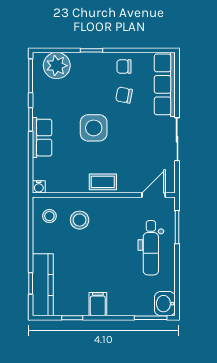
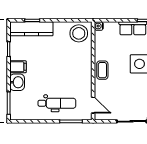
stool: (49, 216) -> (79, 33), width x1.89, depth x1.89
stool: (80, 220) -> (76, 54), removed
dental chair: (151, 248) -> (57, 103), turned 180
washbasin: (165, 304) -> (17, 82), moved, turned 90

